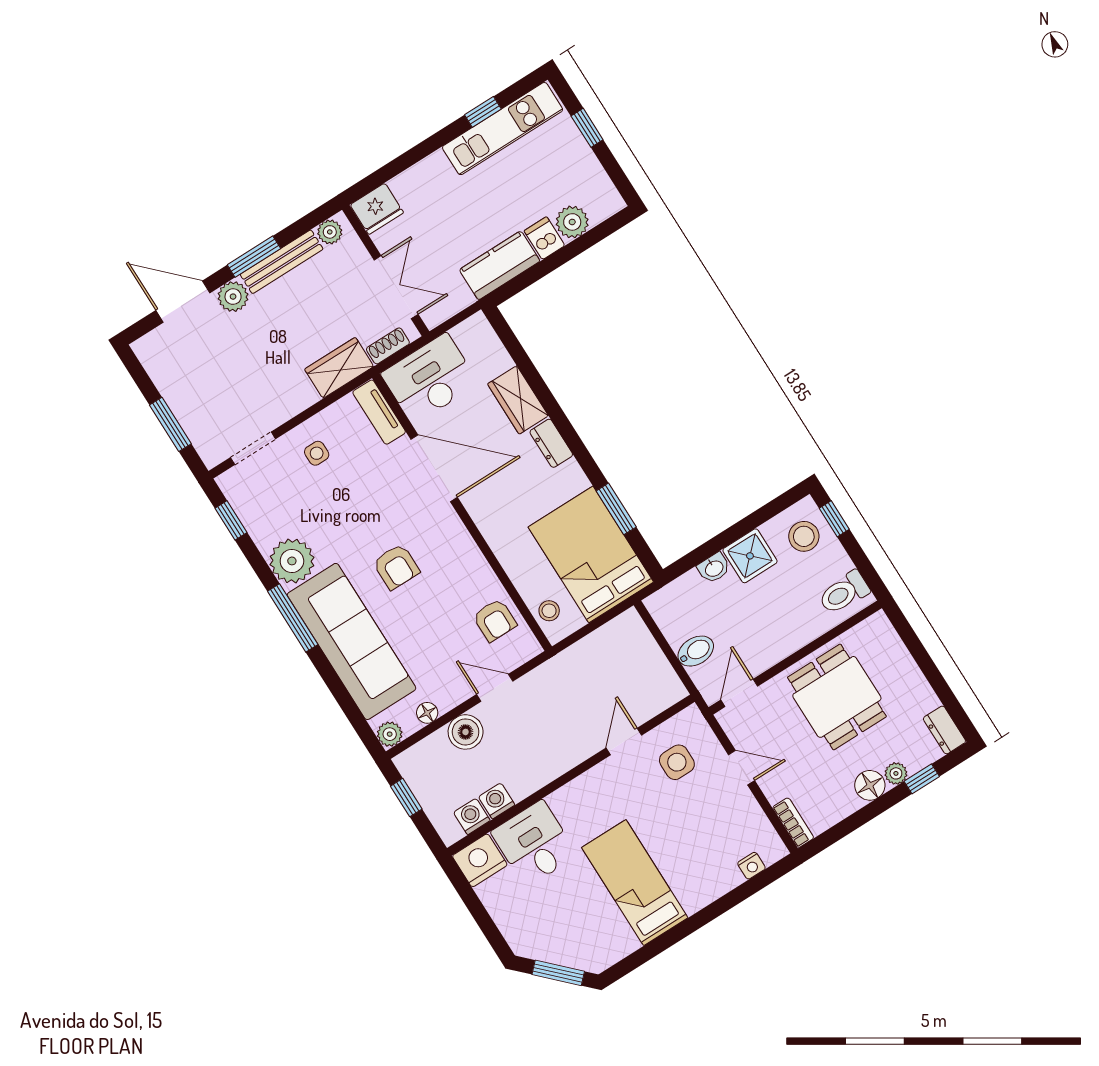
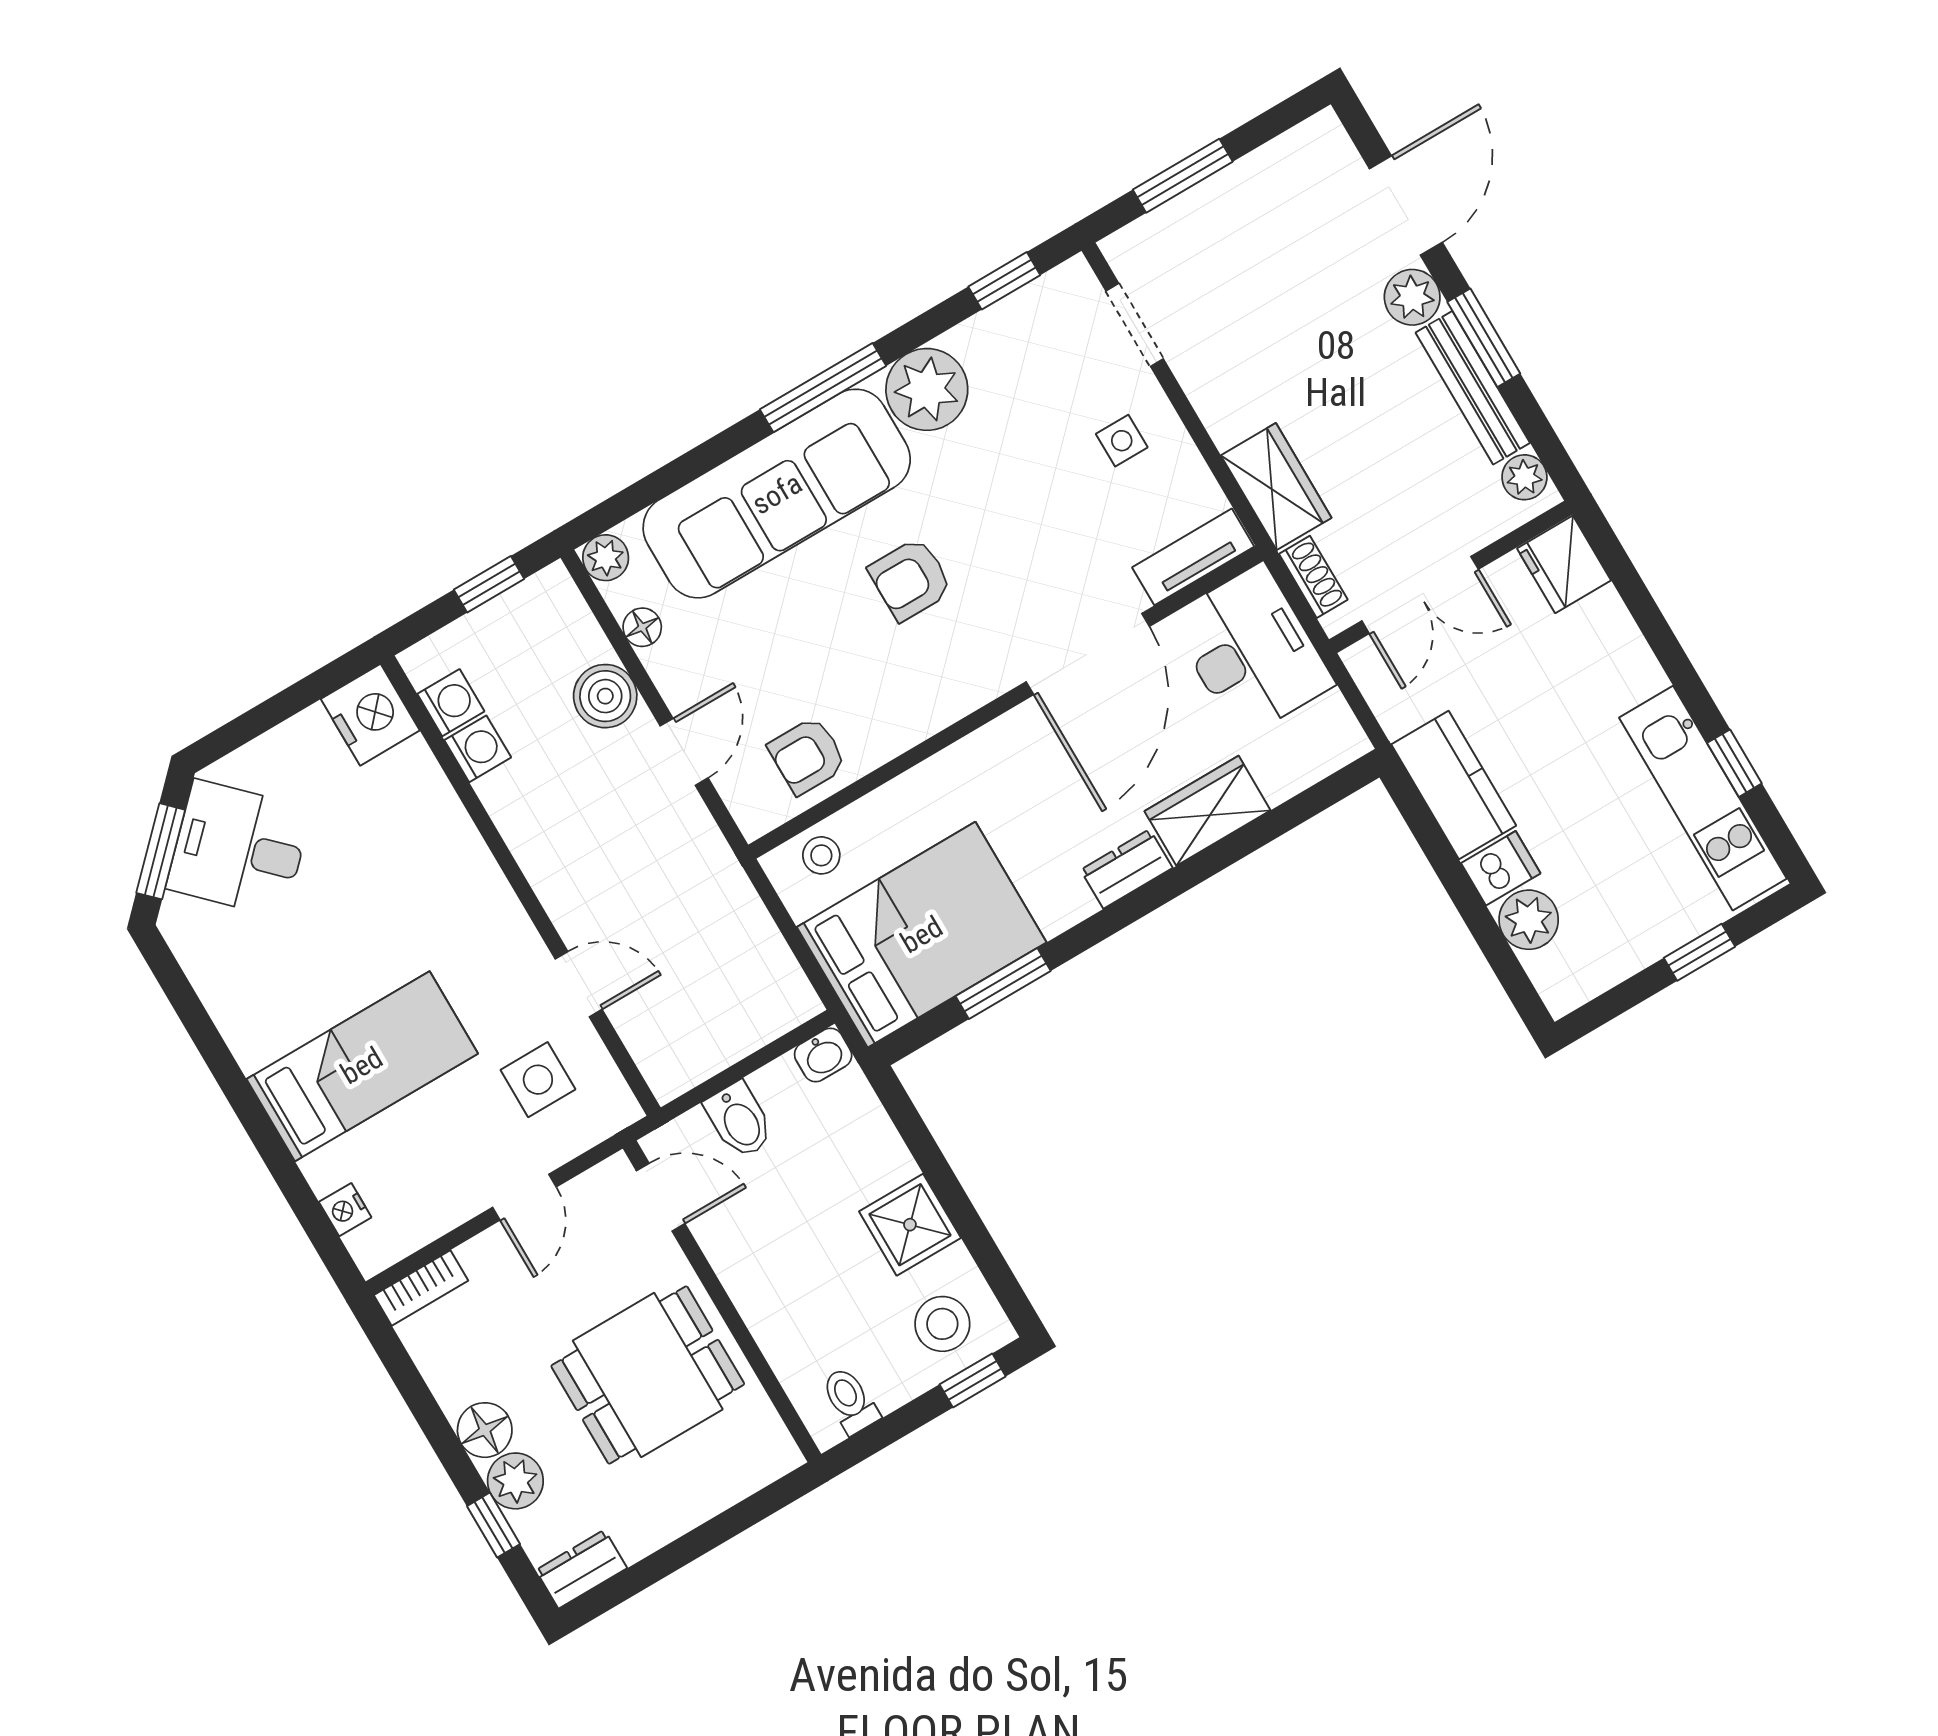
washbasin: (714, 568) -> (823, 1055), moved, turned -90
toilet: (844, 593) -> (850, 1401), width x0.73, depth x0.72
plant: (896, 773) -> (515, 1481), width x1.38, depth x1.38
desk: (534, 844) -> (239, 849), moved, turned -135
bed: (635, 883) -> (362, 1066), moved

